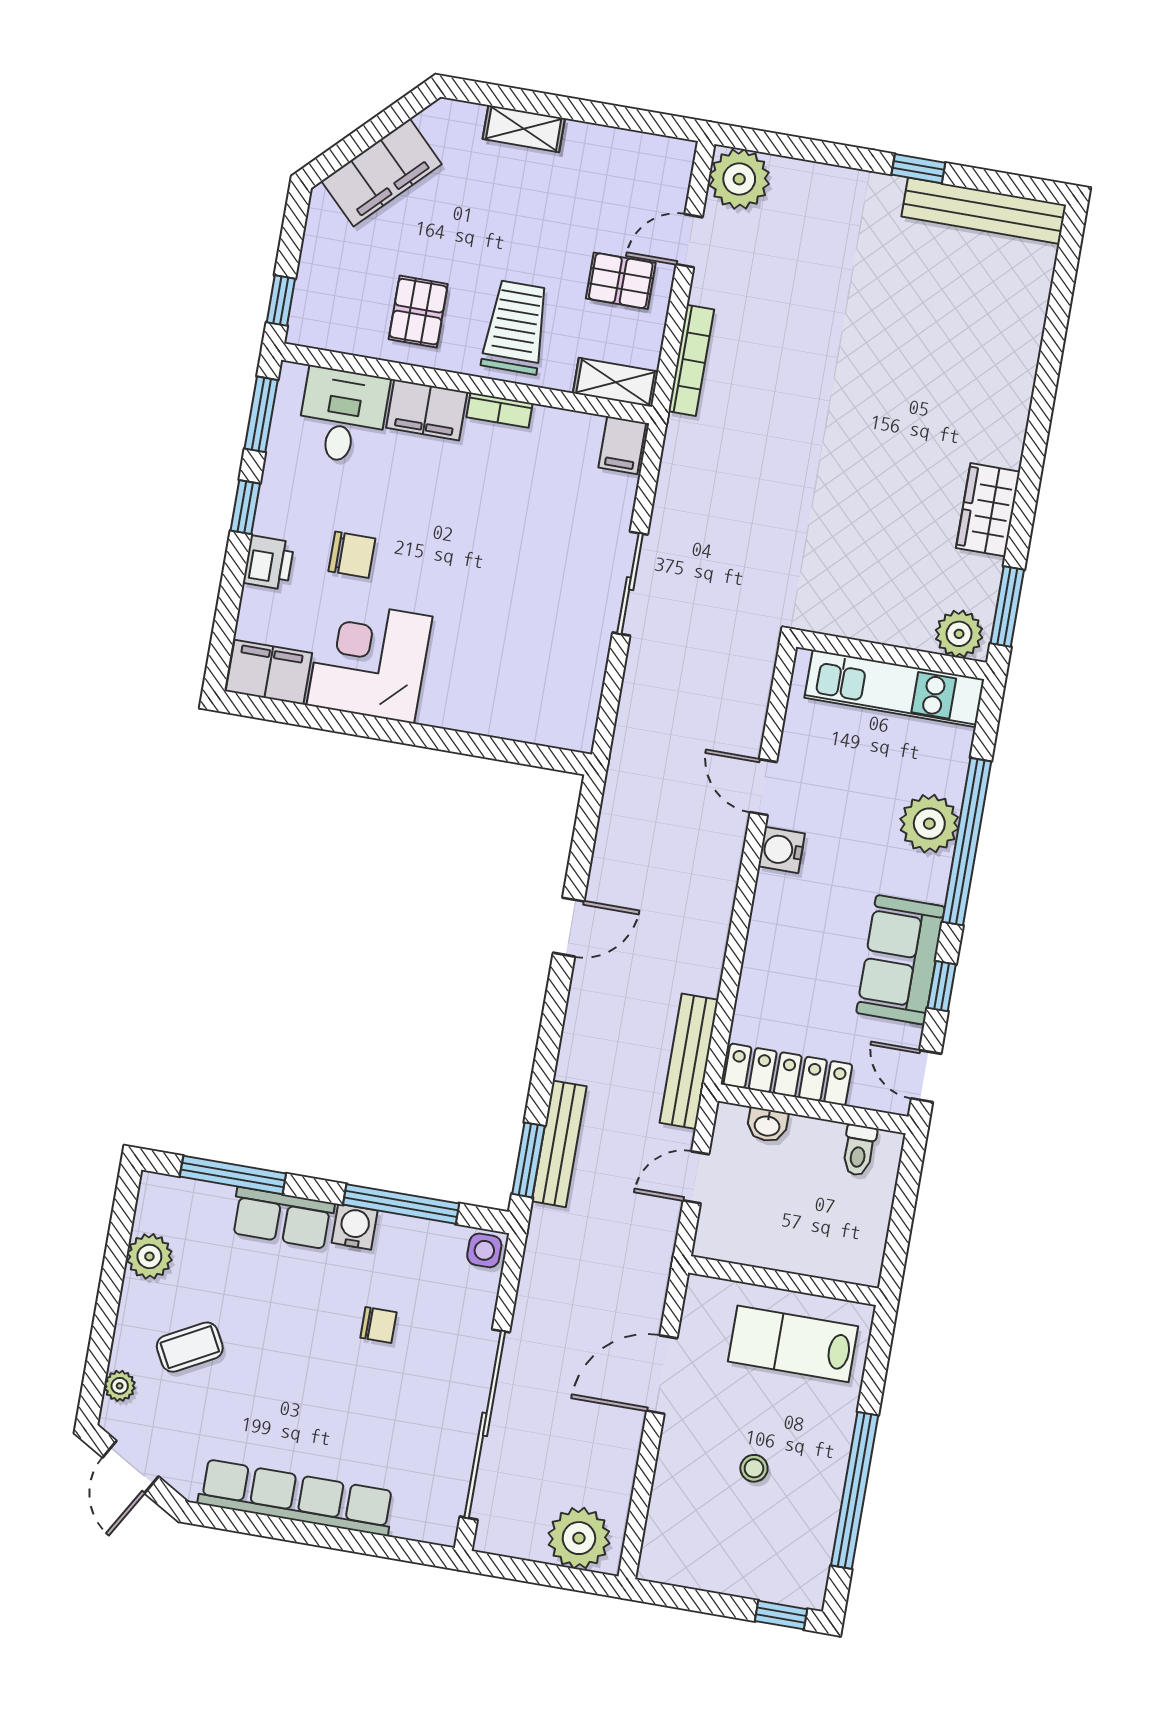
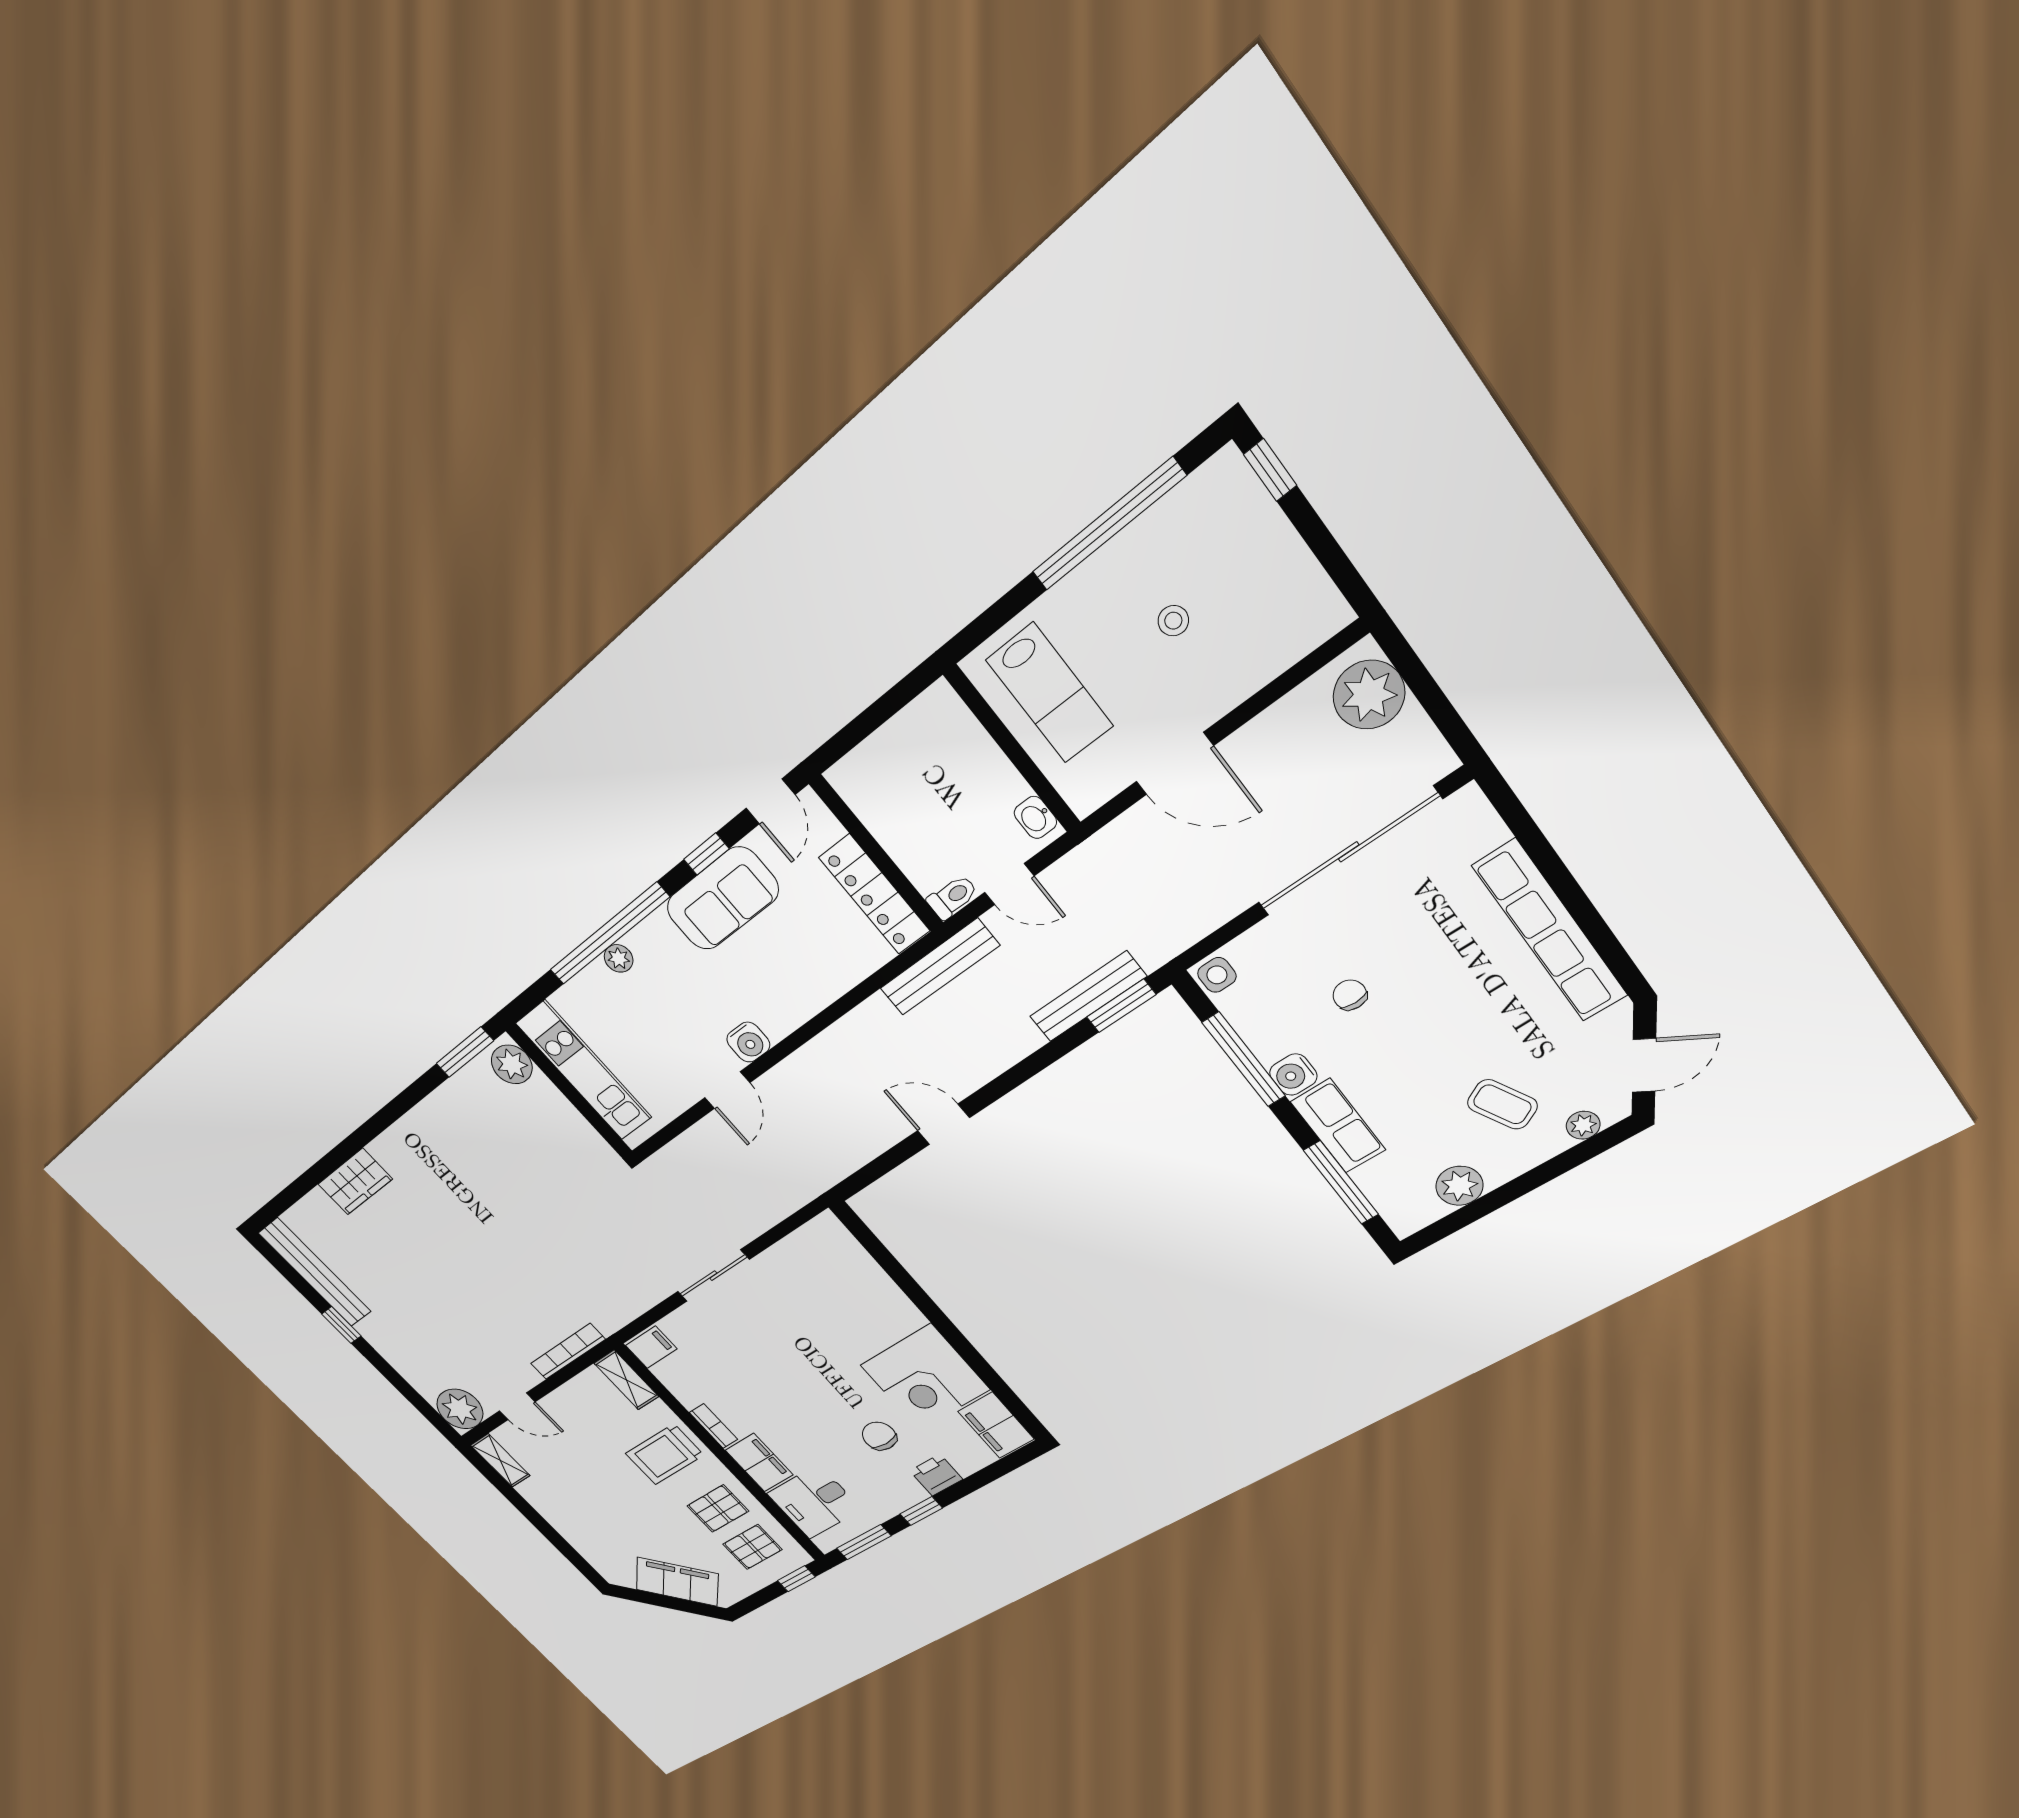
shelving: (524, 129) -> (500, 1460), moved
pallet: (621, 281) -> (752, 1547), moved, turned 90
wardrobe: (988, 510) -> (355, 1182), moved
plant: (929, 824) -> (619, 958), width x0.53, depth x0.53
washbasin: (767, 1125) -> (1035, 817), moved, turned 180
toilet: (859, 1150) -> (952, 897), moved

